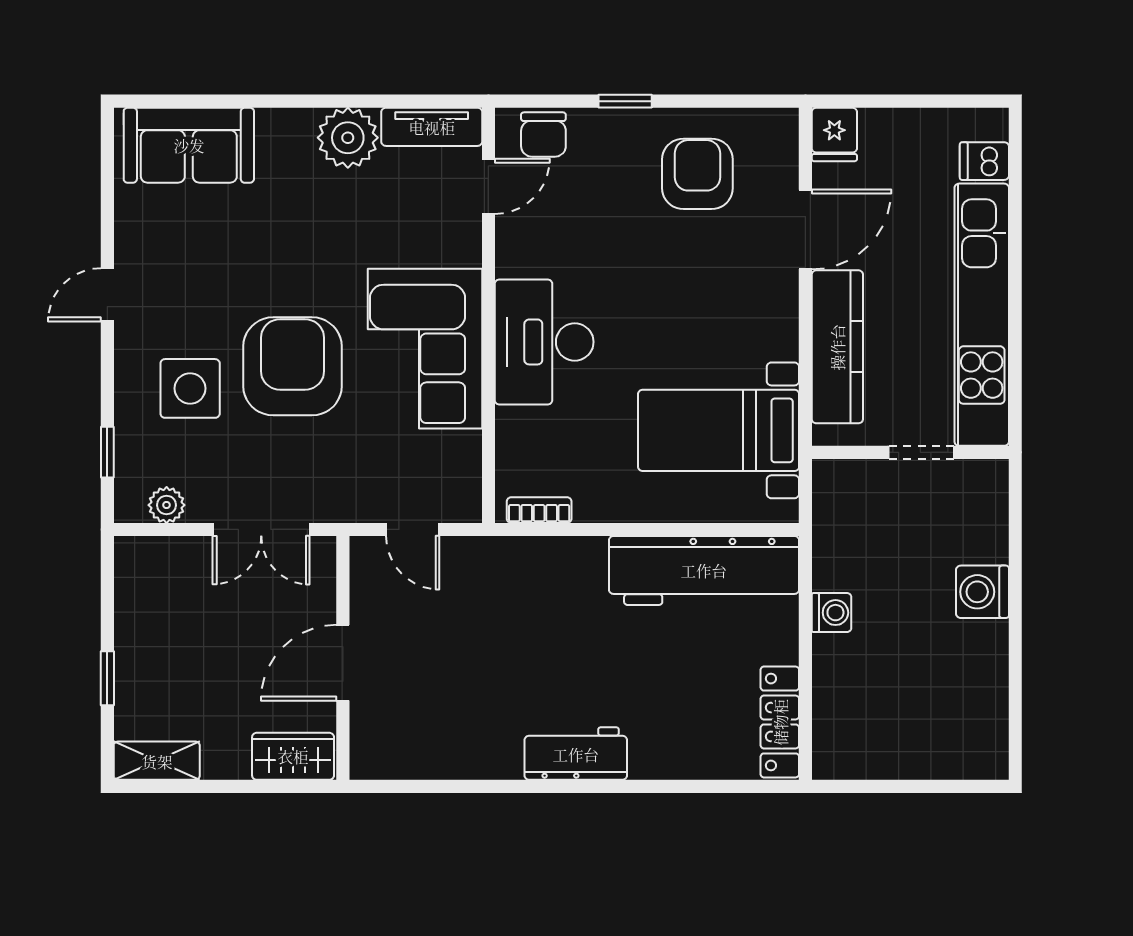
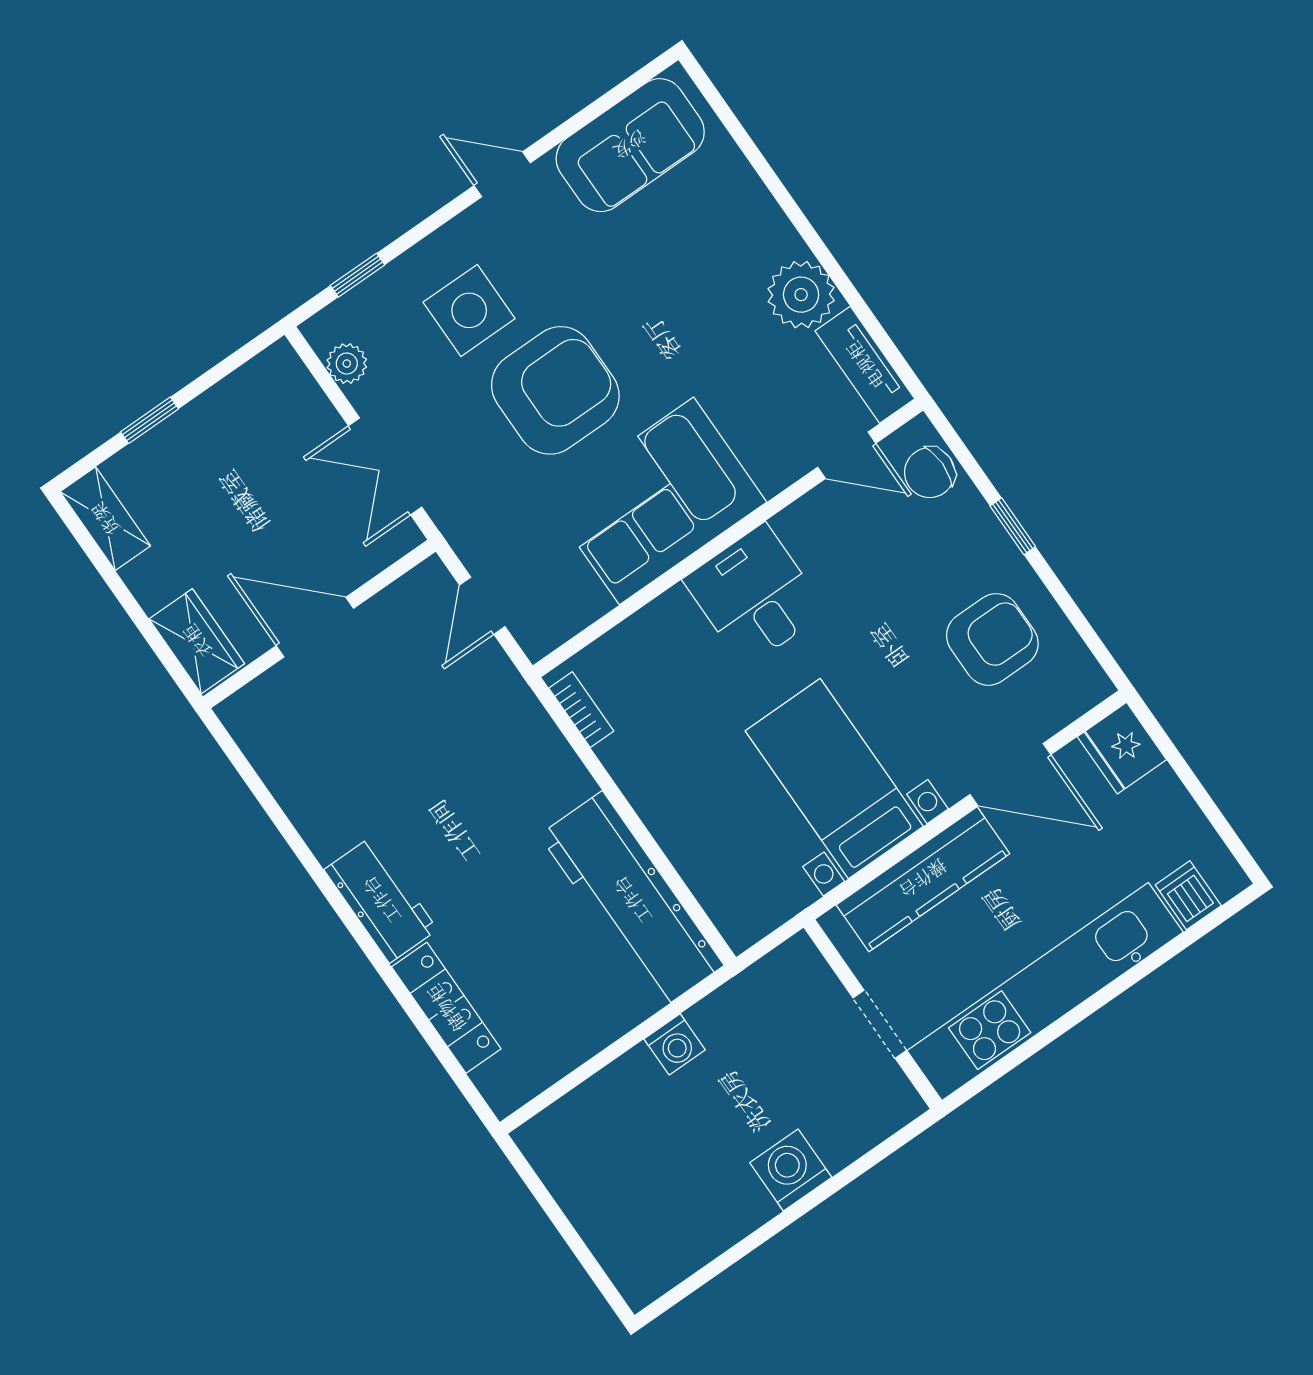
fridge: (834, 134) -> (1122, 748), width x1.38
sofa: (189, 145) -> (630, 145), moved, turned -90
desk: (544, 342) -> (755, 595), width x0.73
bed with nightstands: (719, 430) -> (834, 779), moved
locker: (780, 722) -> (446, 1008), moved, turned 90

